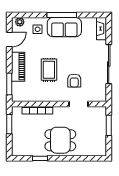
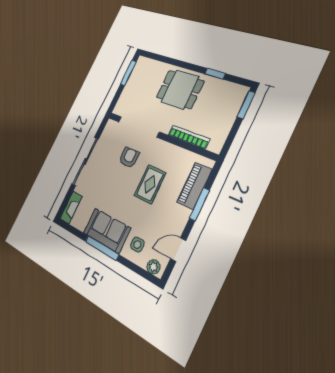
piano: (18, 67) -> (194, 186), moved
window: (9, 84) -> (199, 204), moved
doorway: (78, 104) -> (138, 127), width x1.88
window: (9, 124) -> (246, 105), moved
window: (109, 125) -> (128, 73), moved

